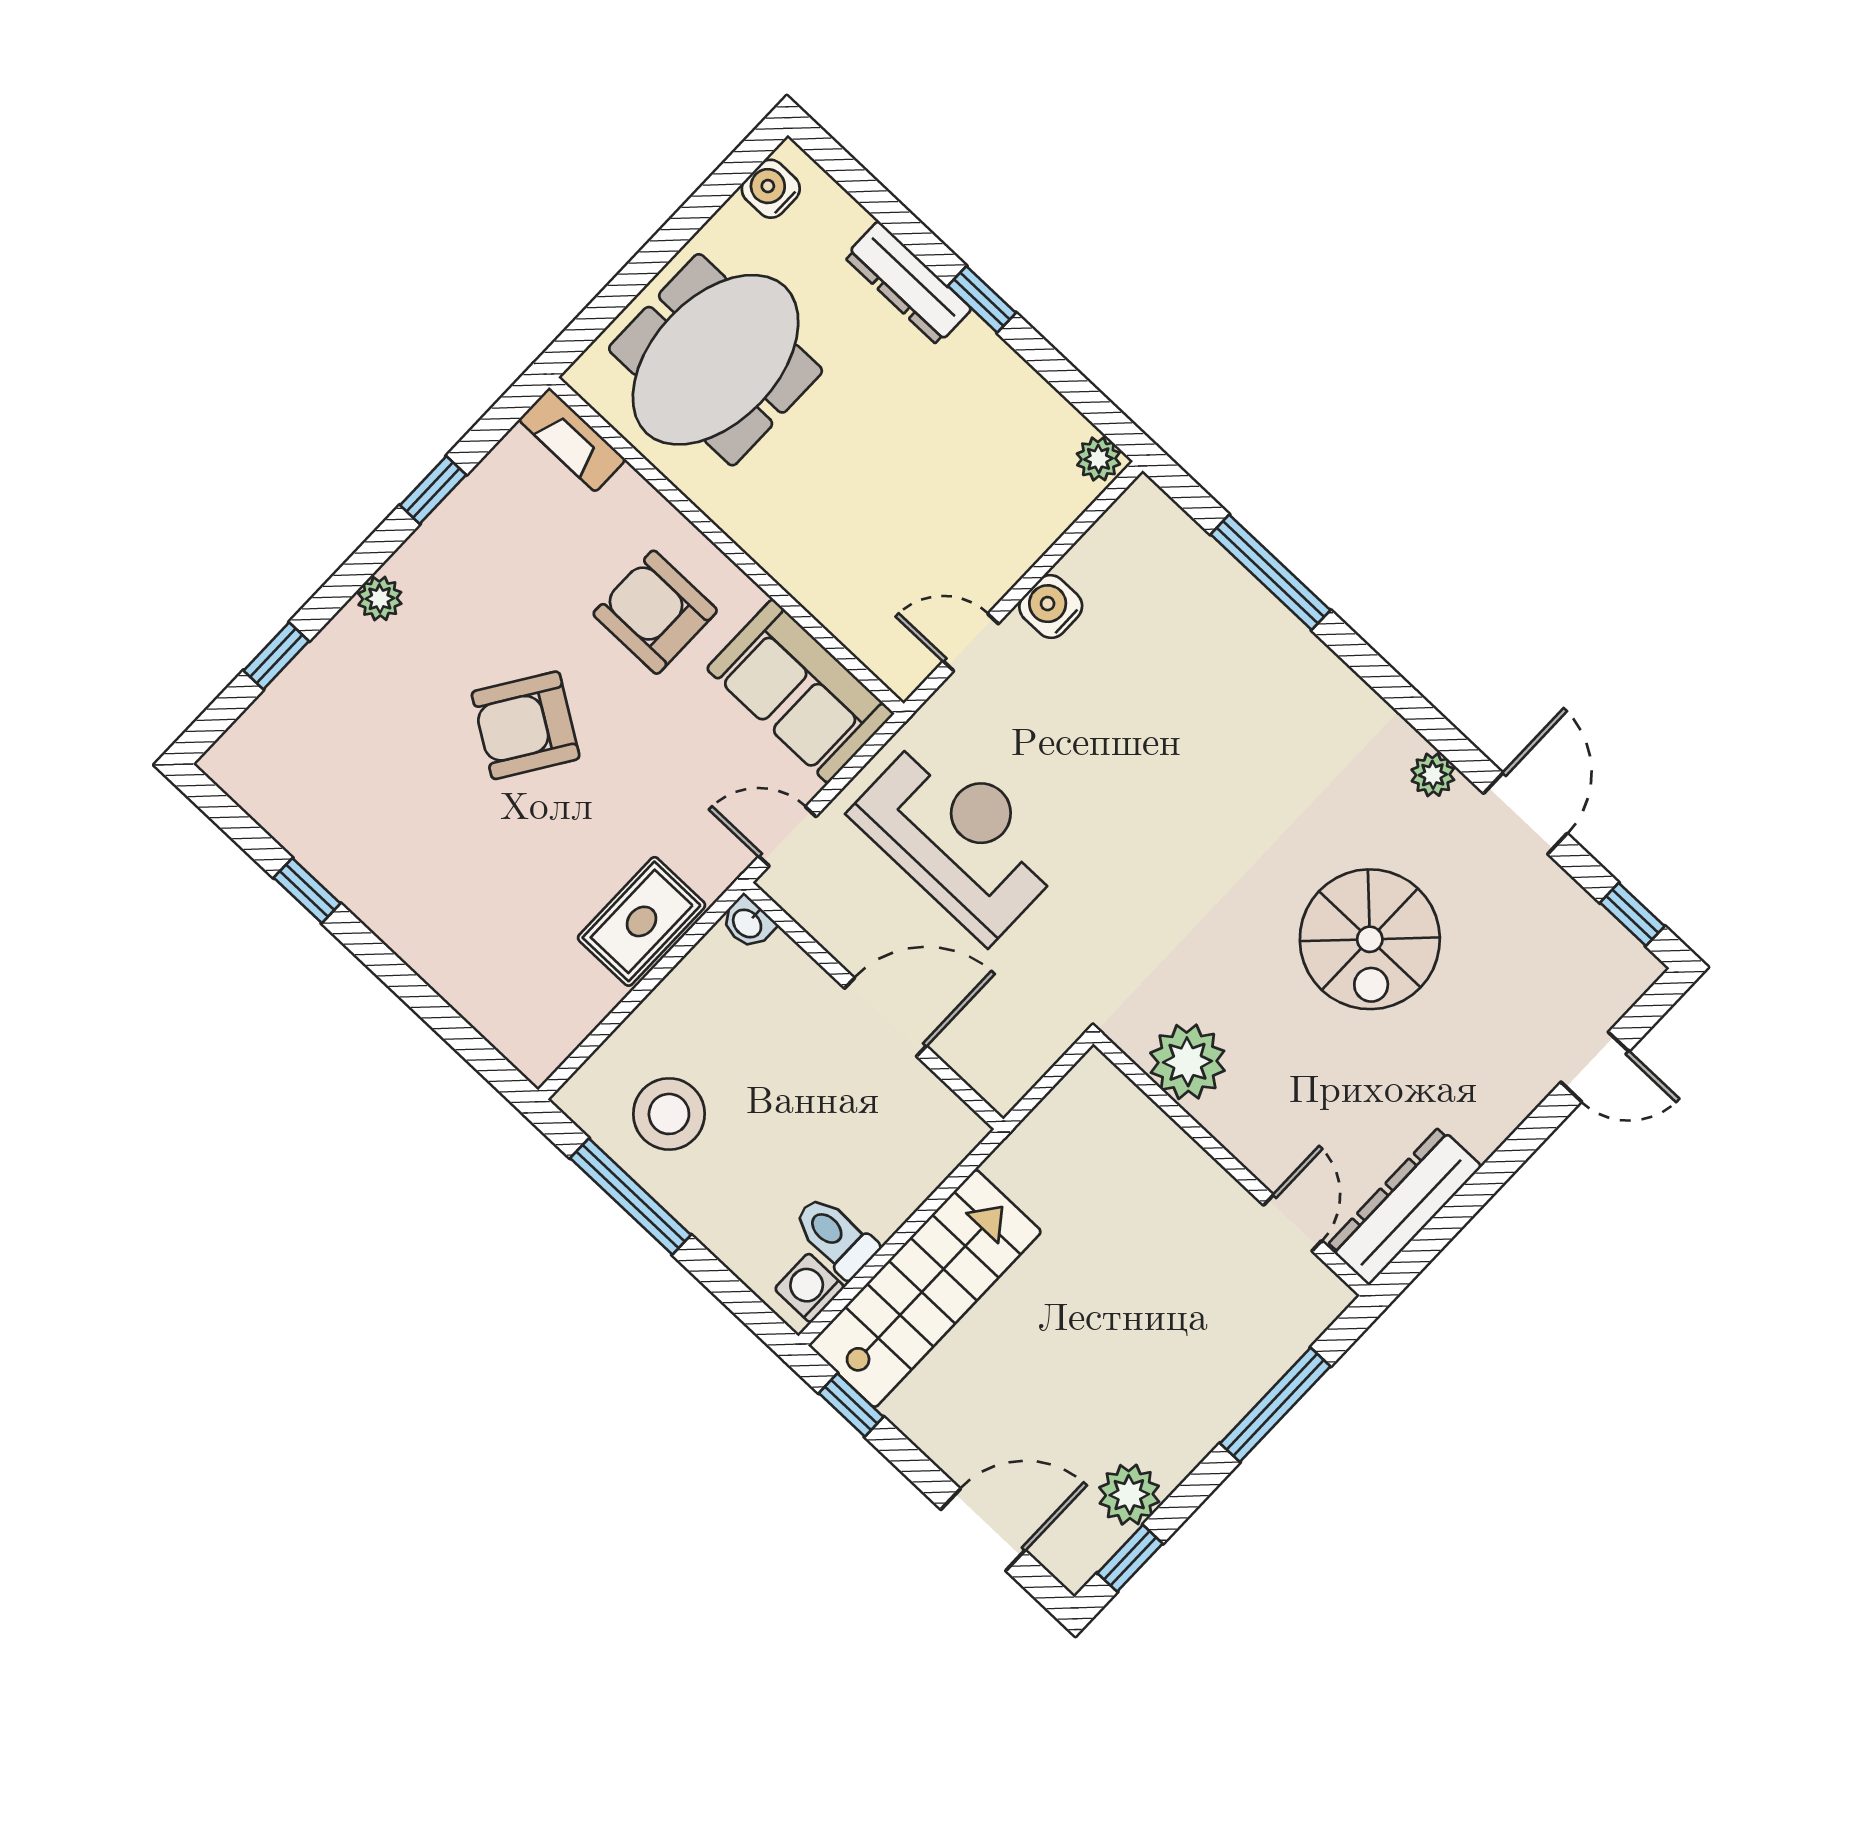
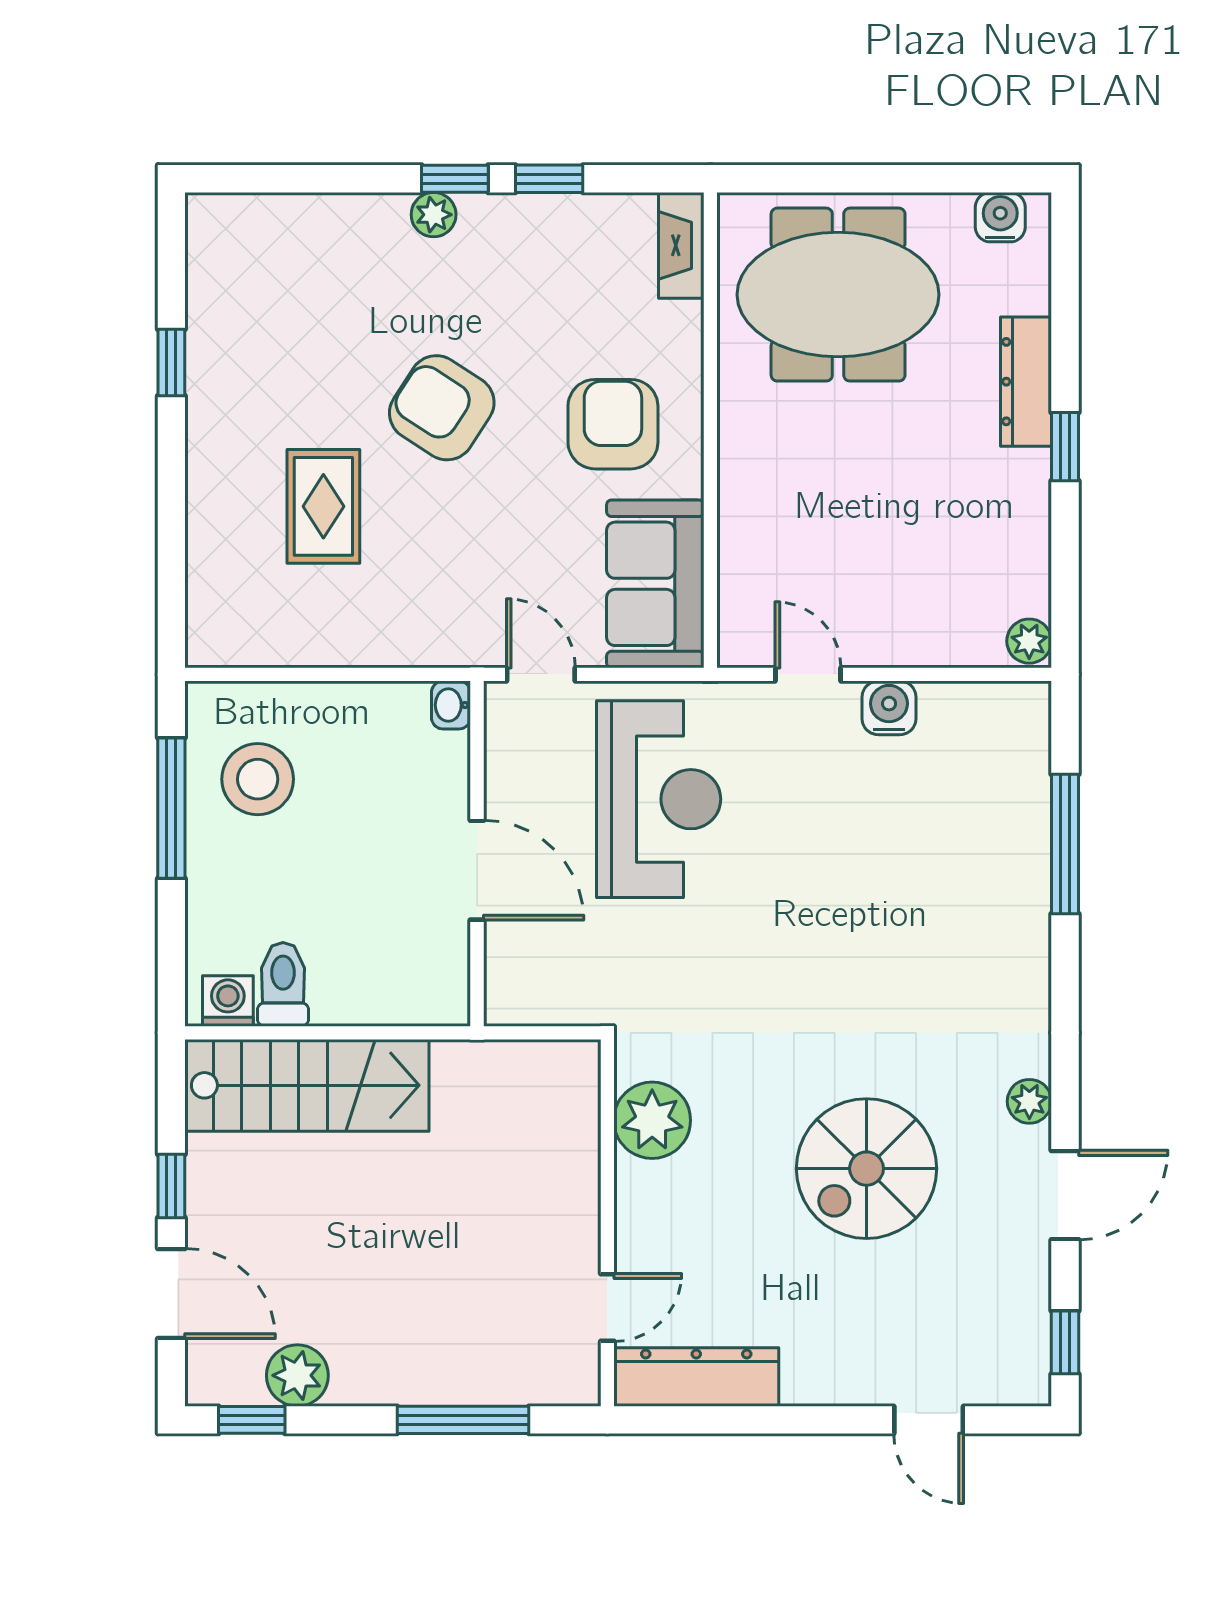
window: (276, 656) -> (455, 179), moved
rug: (642, 921) -> (323, 506), moved, turned 90
window: (851, 1405) -> (171, 1186), moved

